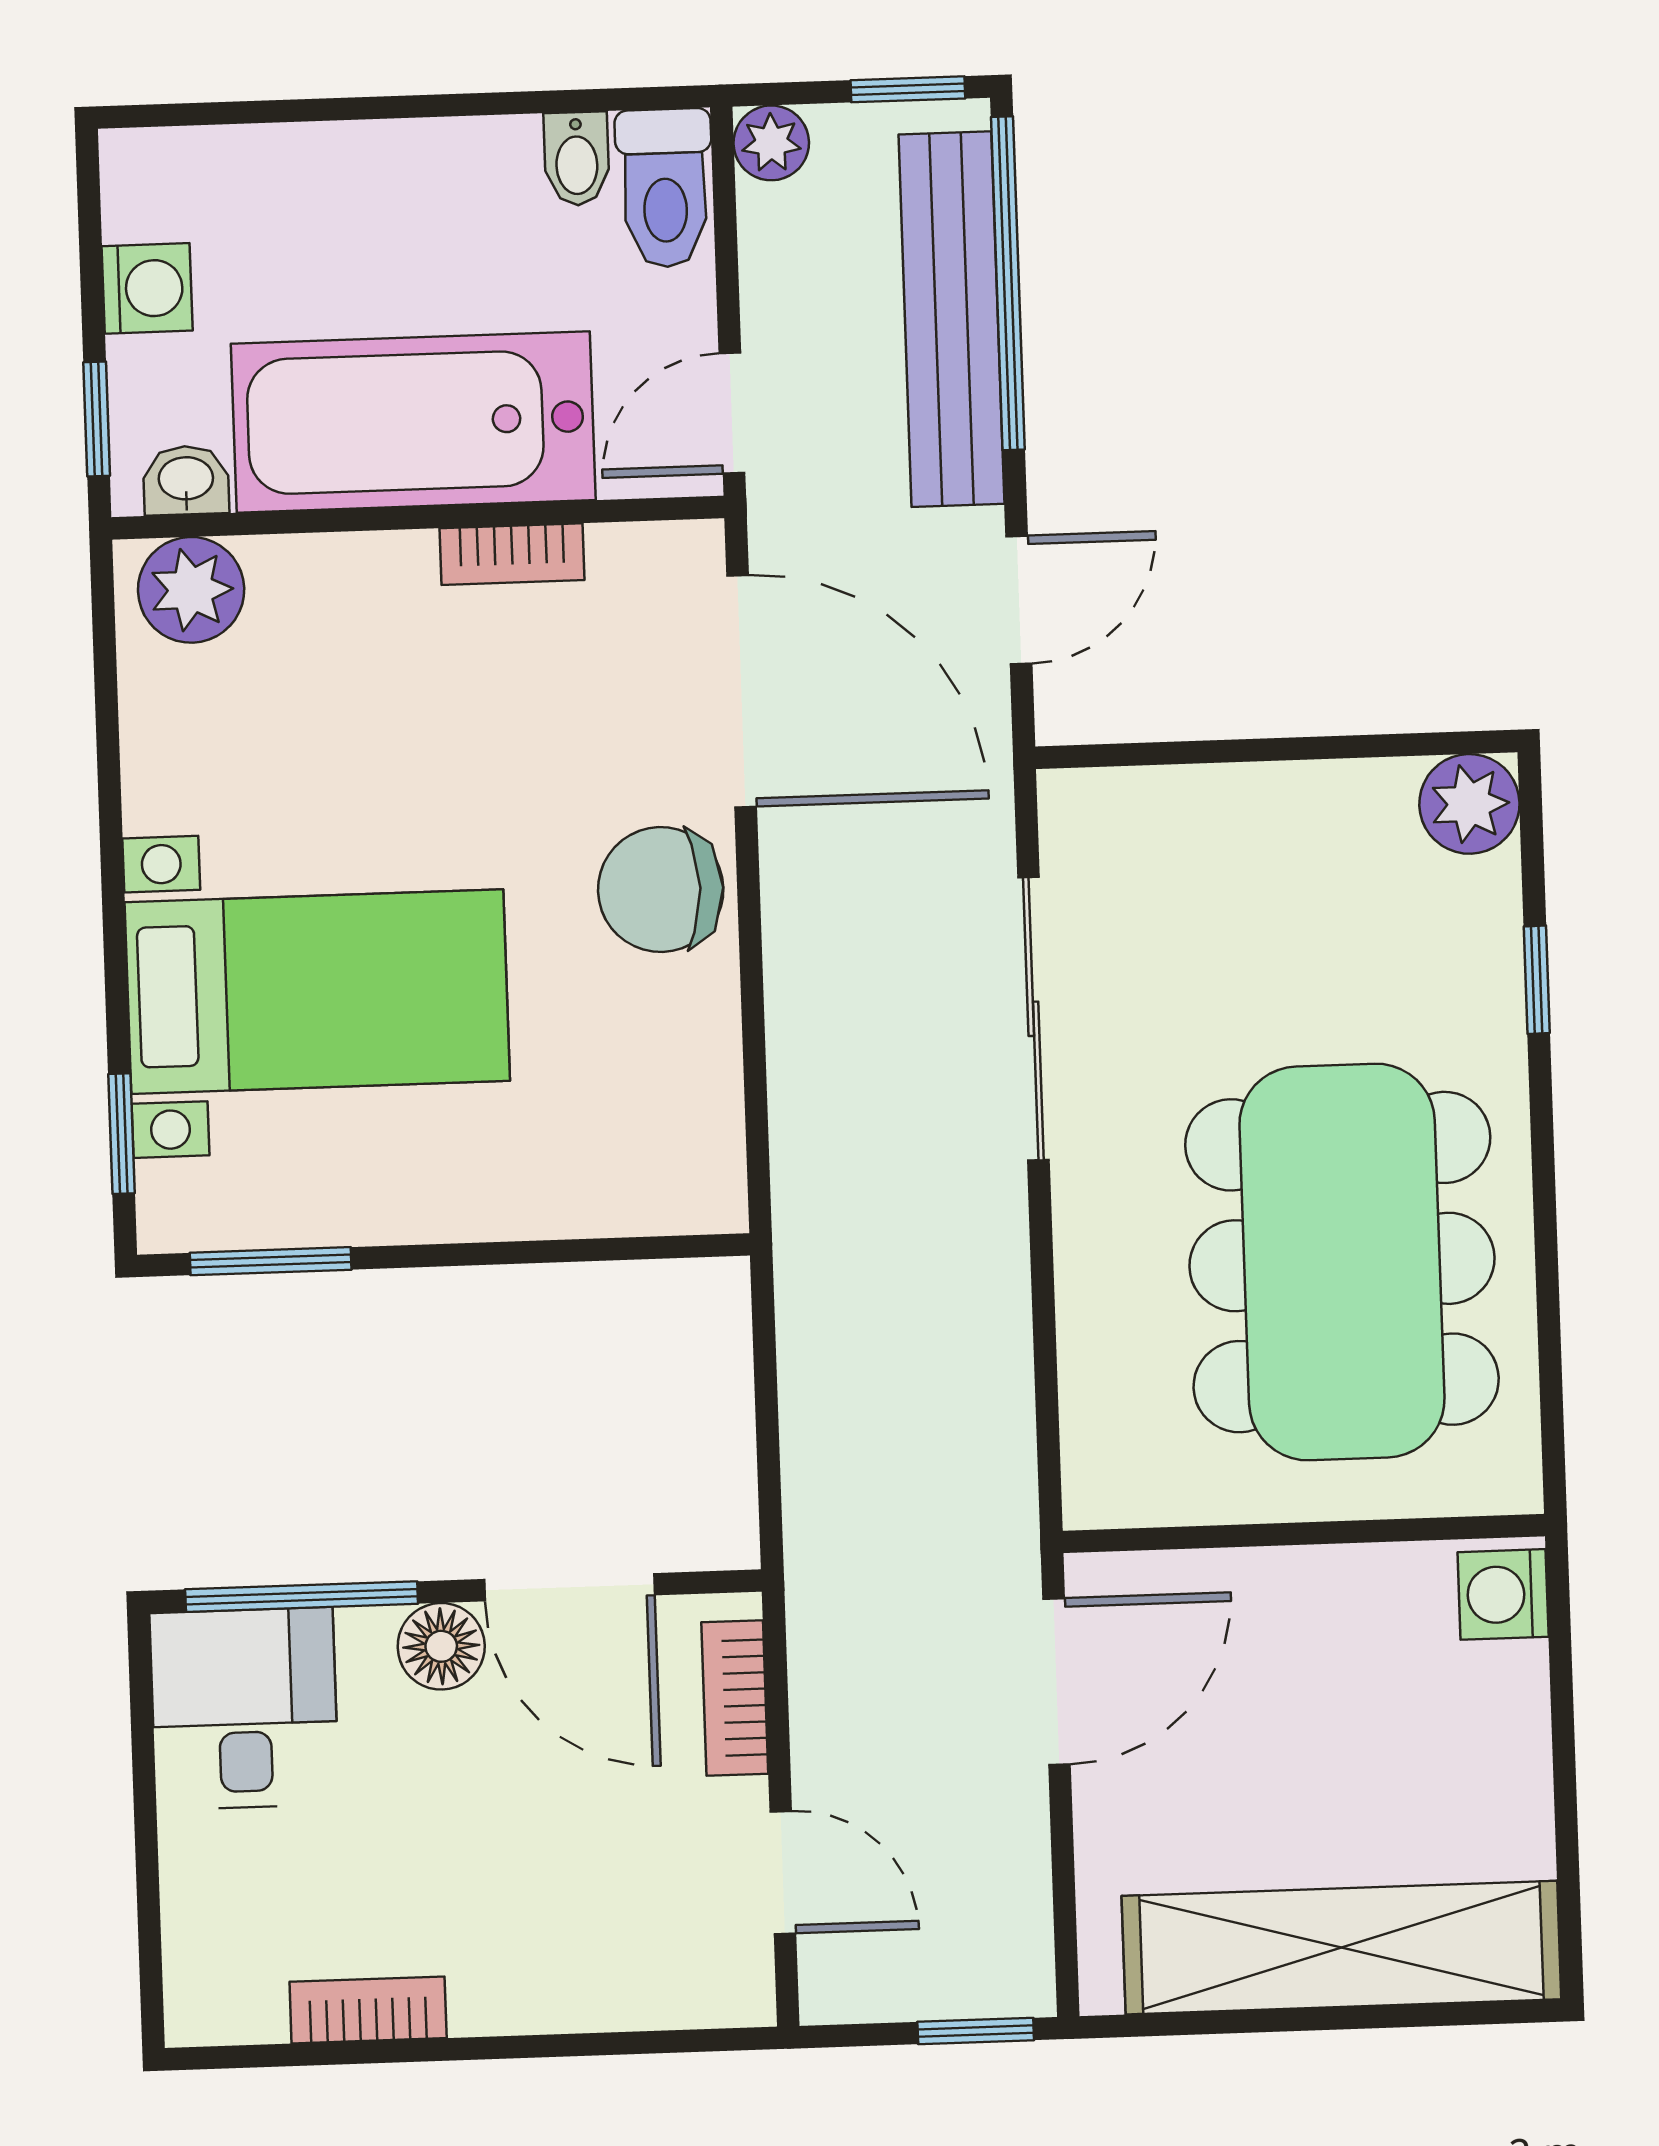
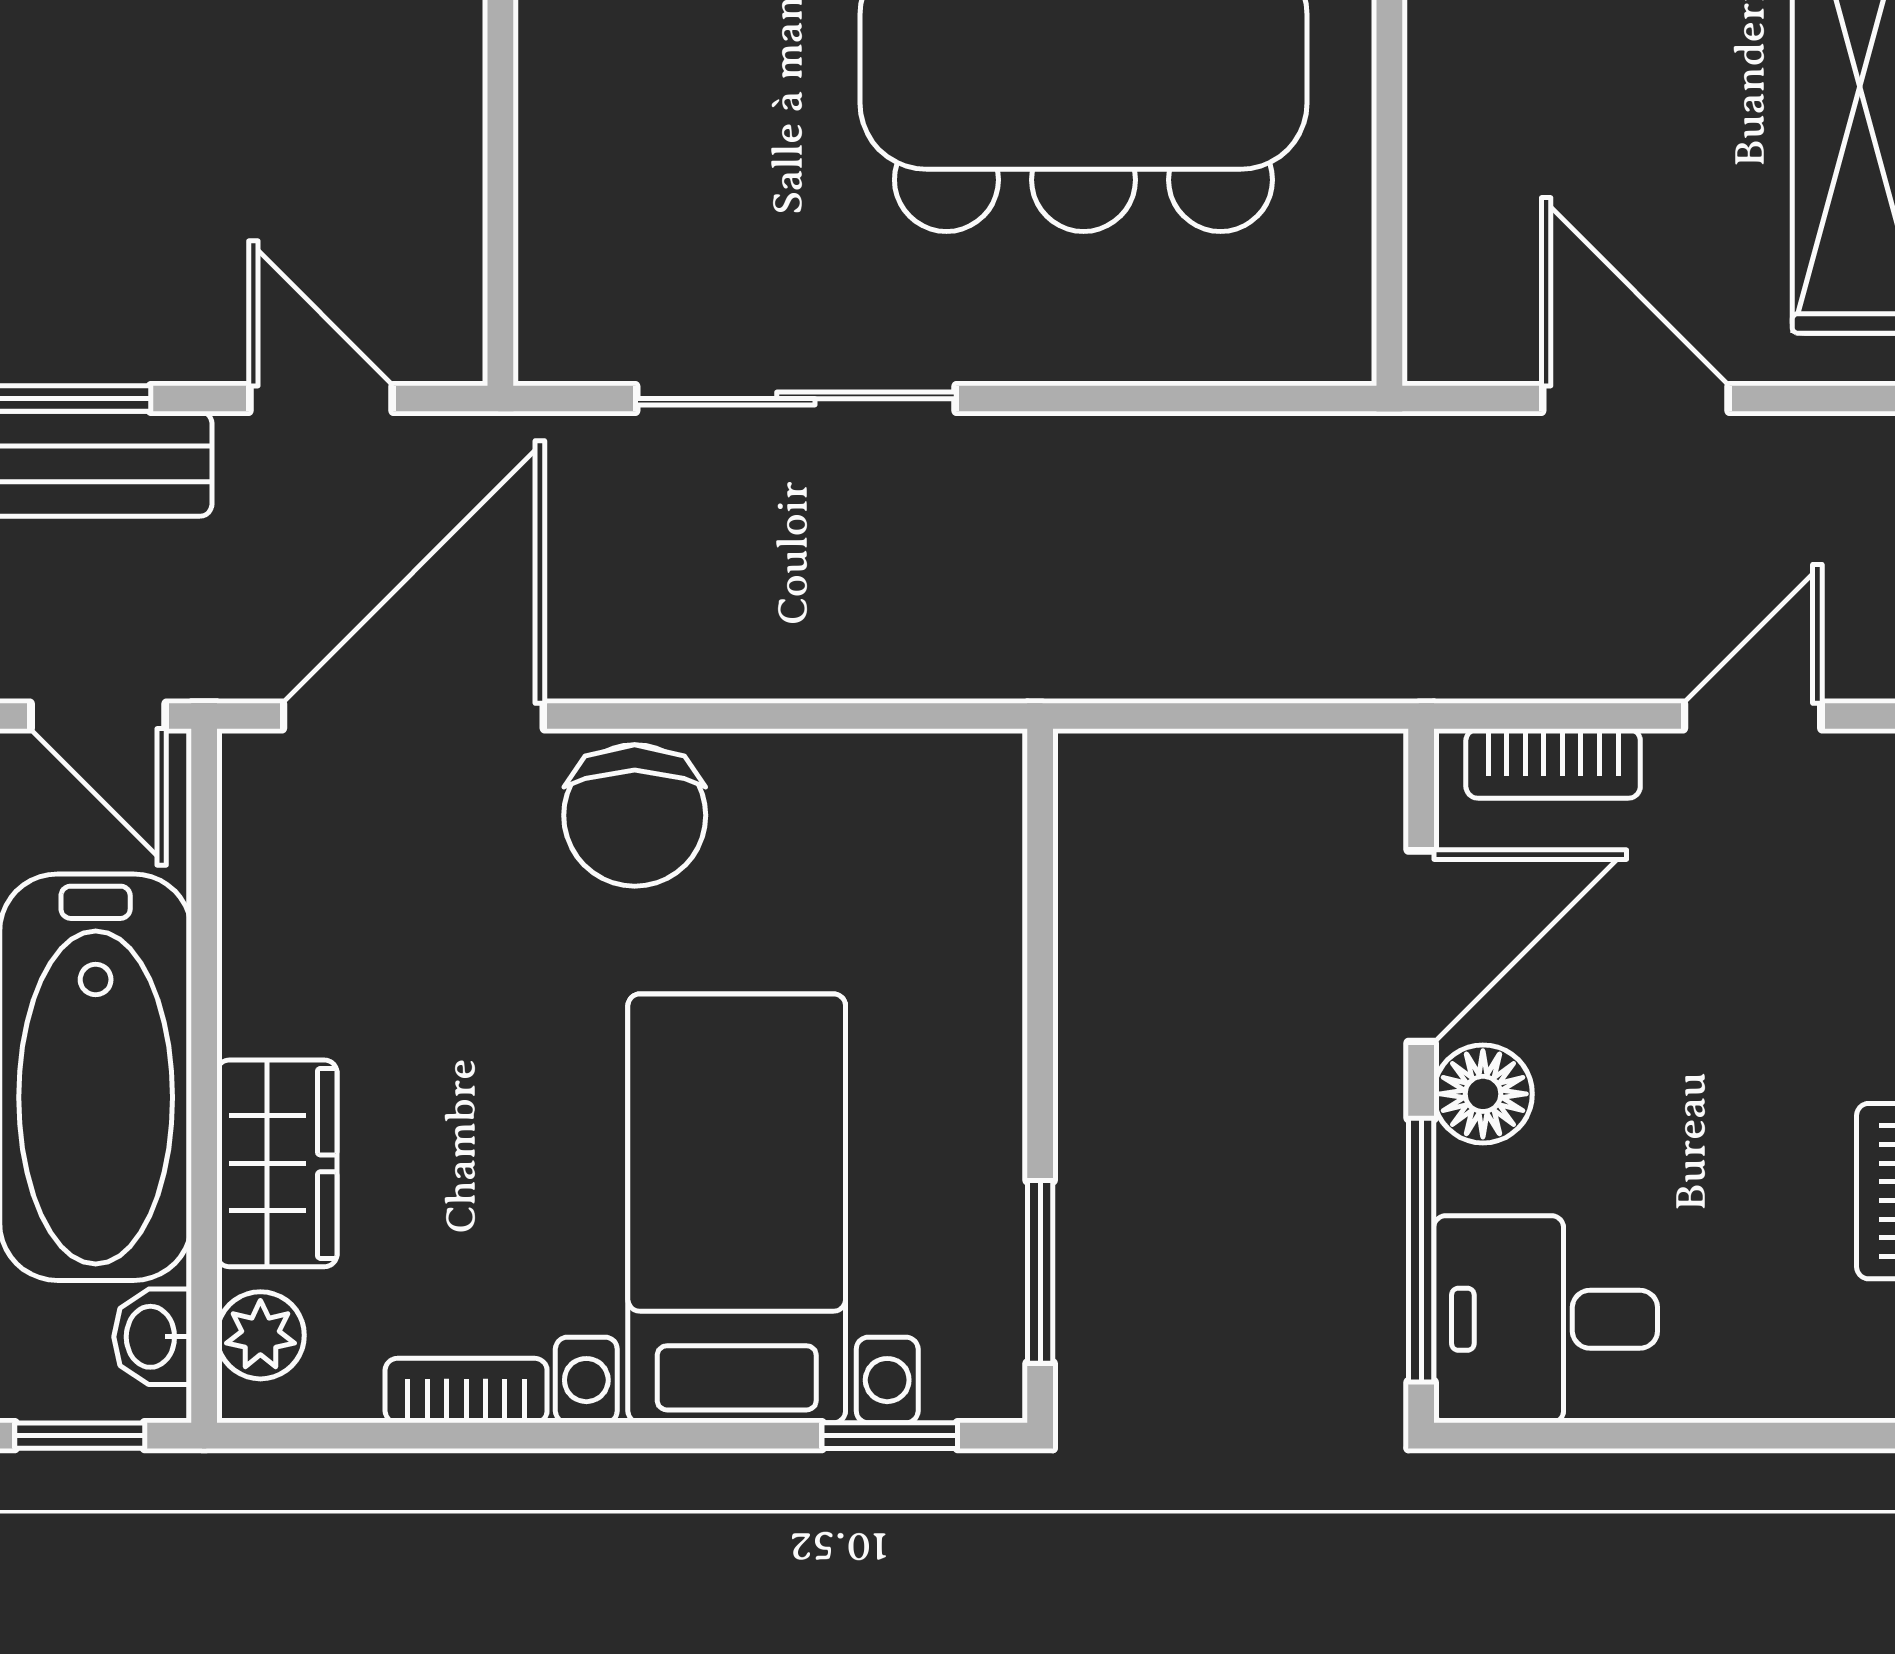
bookcase: (512, 554) -> (466, 1391), moved, turned -90
wardrobe: (343, 584) -> (277, 1163), added
plant: (191, 590) -> (260, 1335), width x0.73, depth x0.73
door: (1057, 1682) -> (1635, 399), moved

